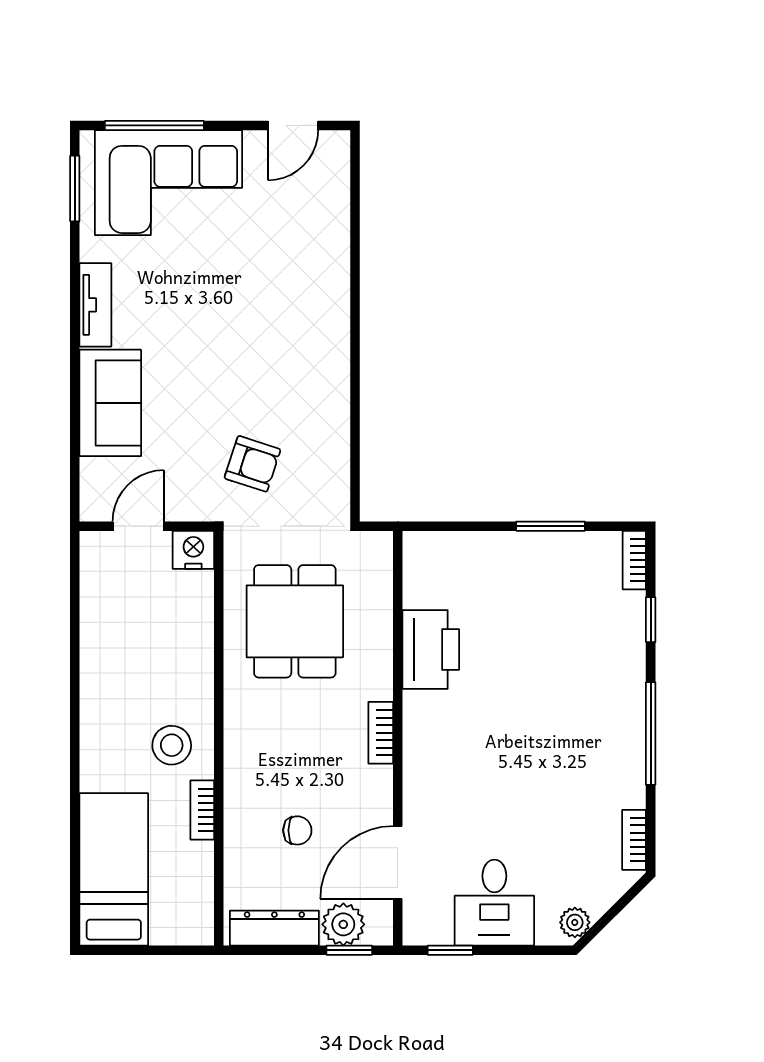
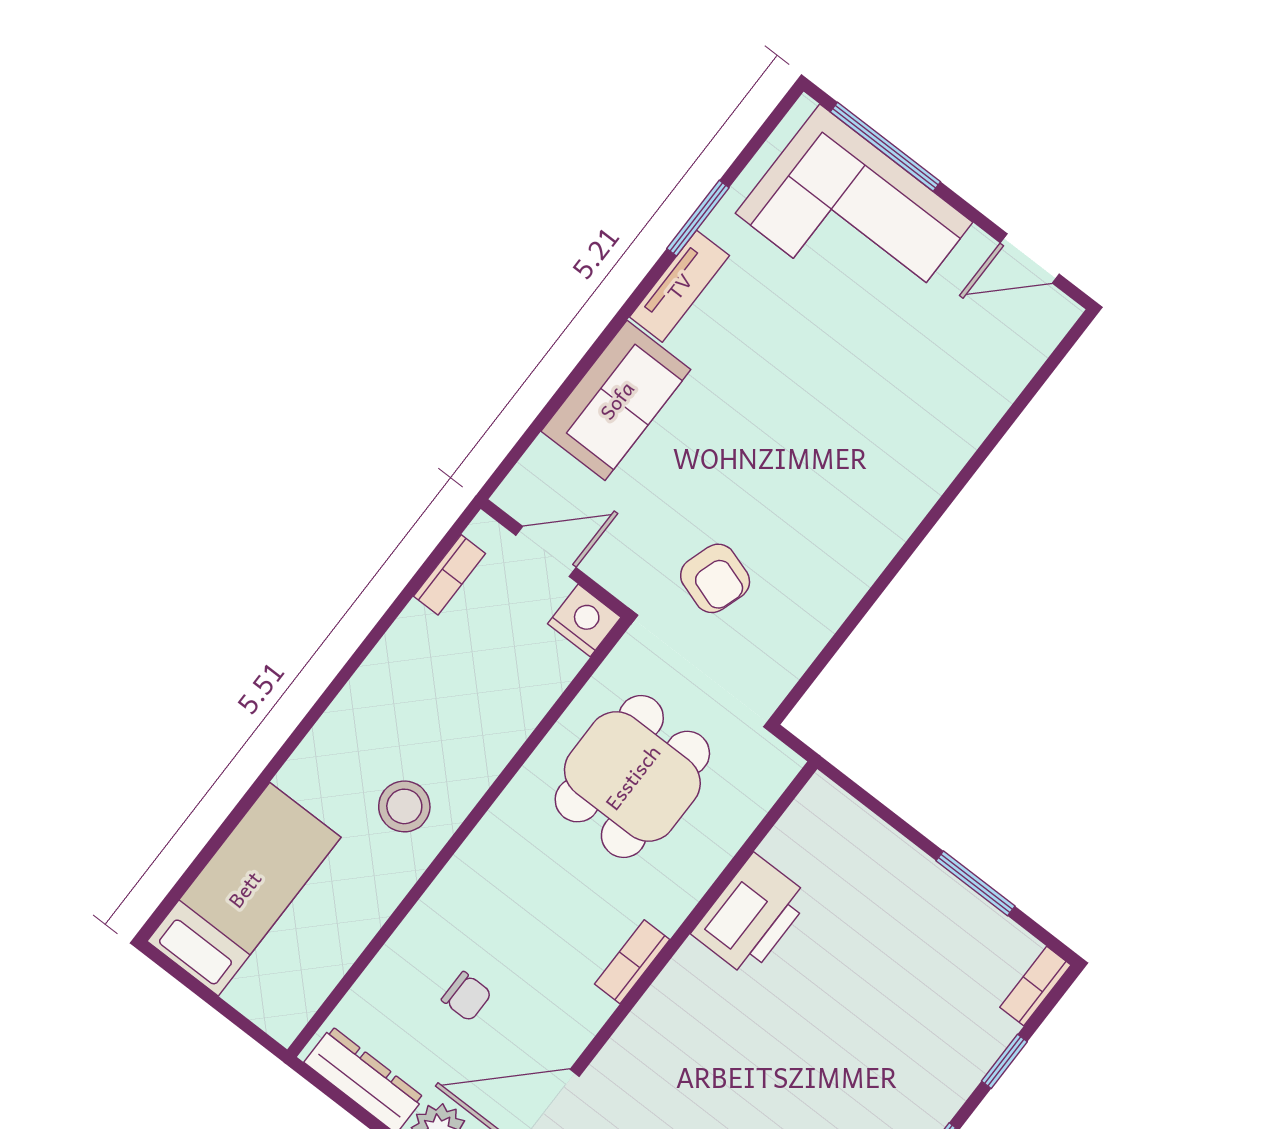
window: (75, 189) -> (698, 218), moved
bookcase: (202, 810) -> (450, 575), moved, turned 180

